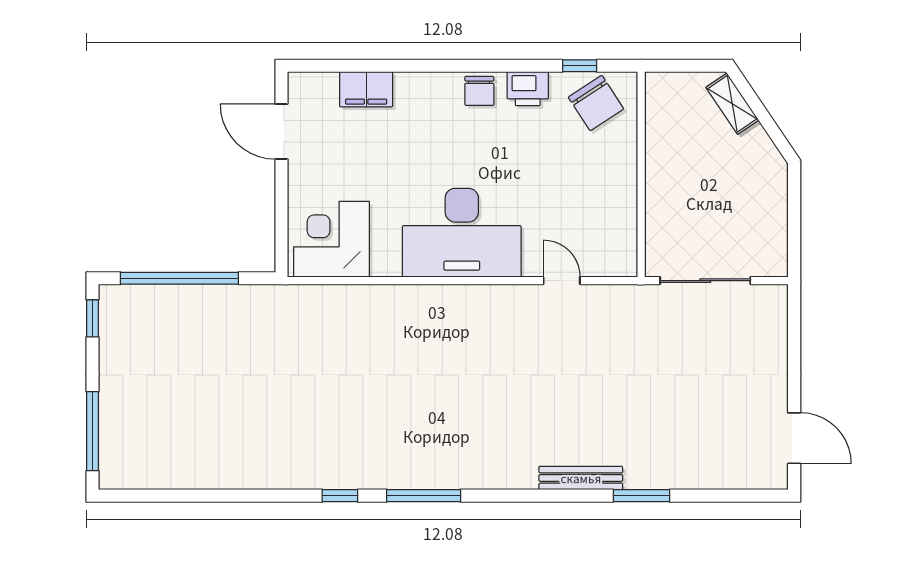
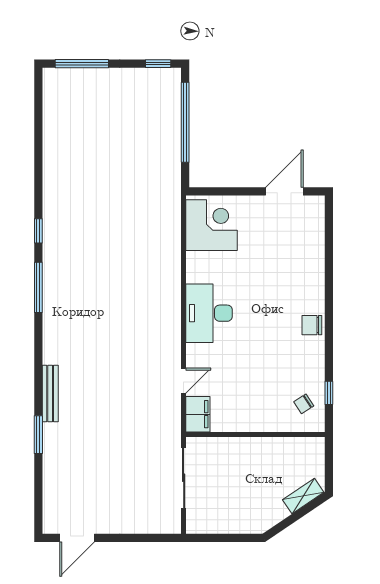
filing cabinet: (366, 89) -> (198, 414), moved, turned 180
printer: (528, 89) -> (313, 358), removed
chair: (596, 103) -> (304, 404), width x0.54, depth x0.54
desk: (462, 233) -> (209, 313), width x0.73, depth x0.77

